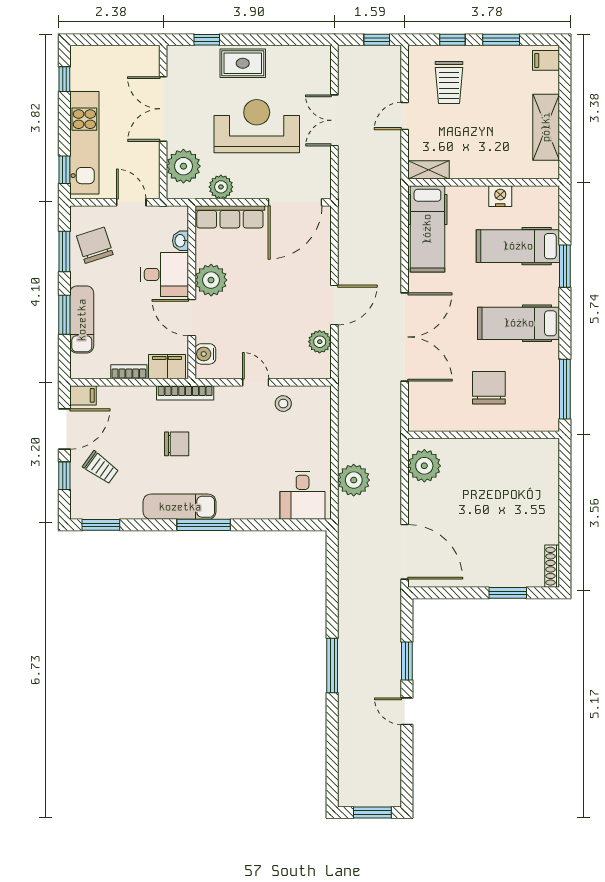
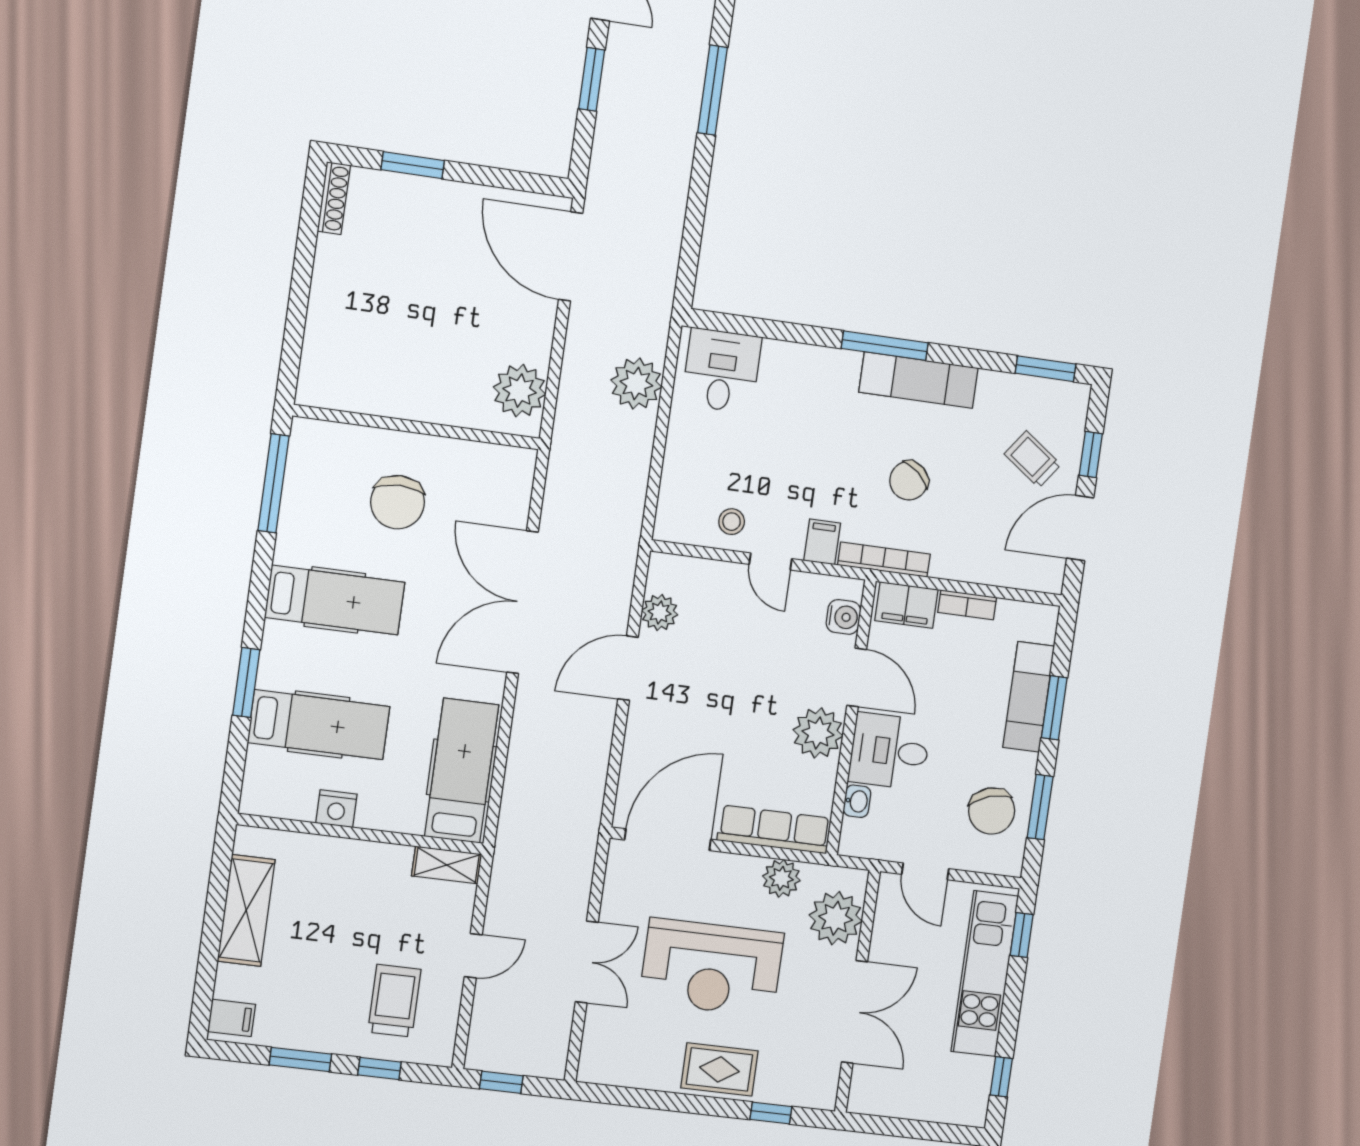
filing cabinet: (83, 395) -> (822, 542), moved, turned 90
chair: (177, 444) -> (909, 481), turned -49

